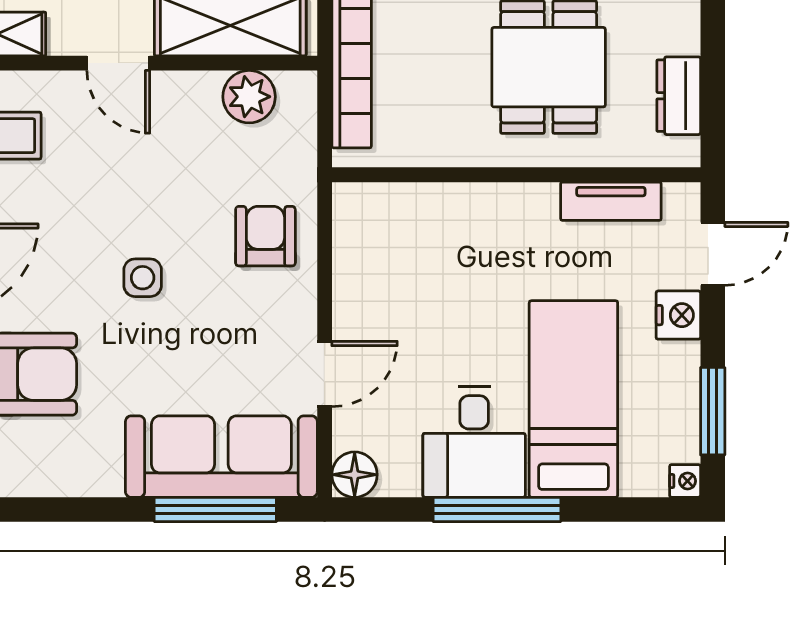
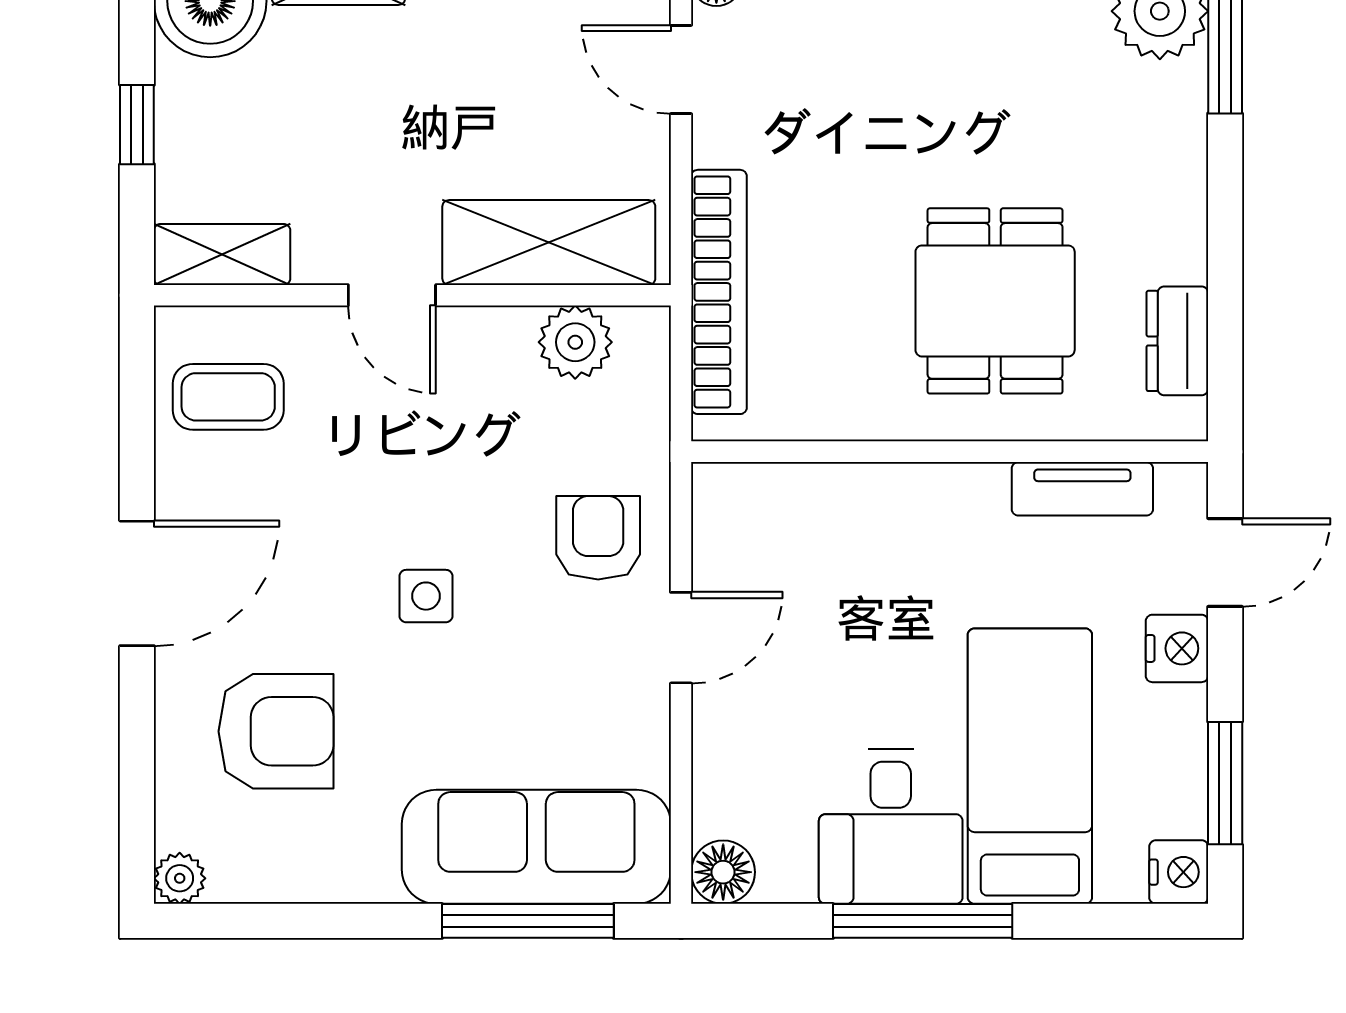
door: (325, 374) -> (681, 638), moved
nightstand: (685, 481) -> (1179, 872), width x1.39, depth x1.35

